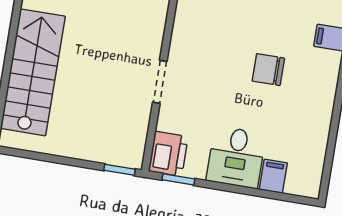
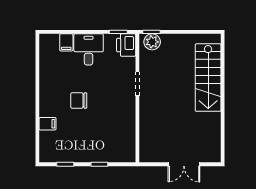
chair: (268, 70) -> (79, 101), turned 180
plant: (121, 152) -> (152, 42), added

